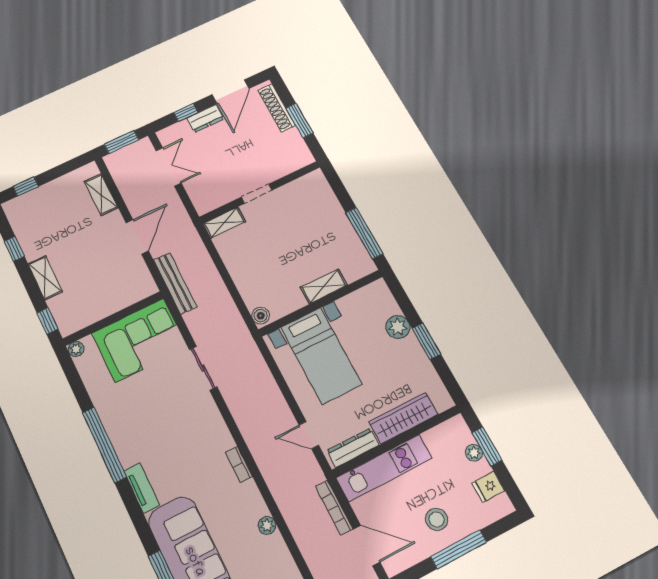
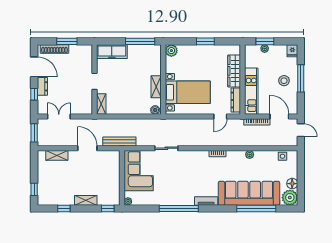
freezer: (322, 197) -> (112, 52), added
shelving: (324, 286) -> (156, 87), moved
plant: (398, 327) -> (171, 51), moved
fridge: (488, 487) -> (292, 51), moved
door: (367, 546) -> (279, 116), hinge flipped

